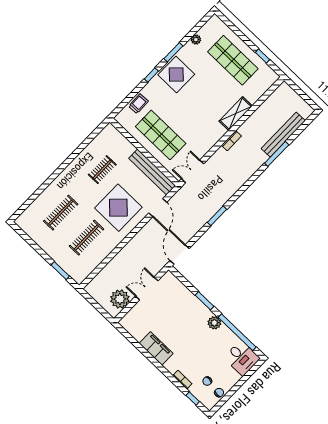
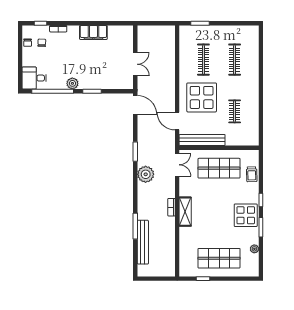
shelving: (236, 114) -> (185, 212), moved
plant: (120, 299) -> (146, 174), moved

